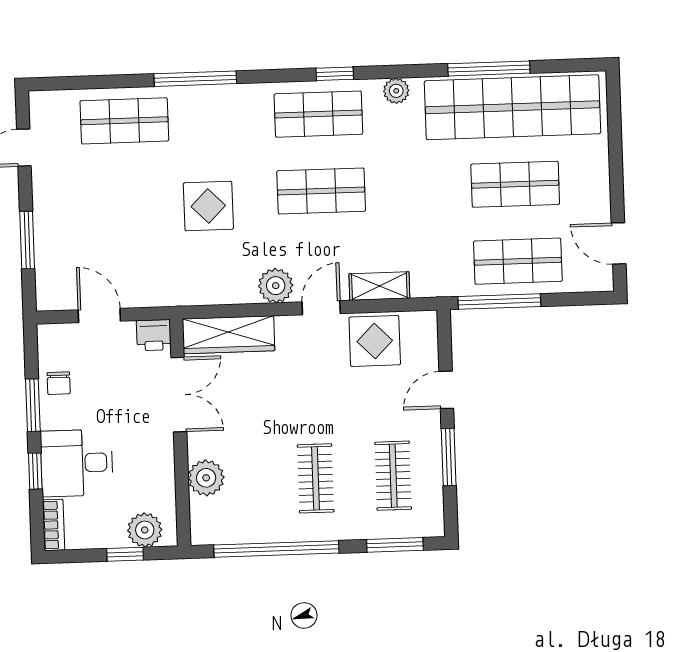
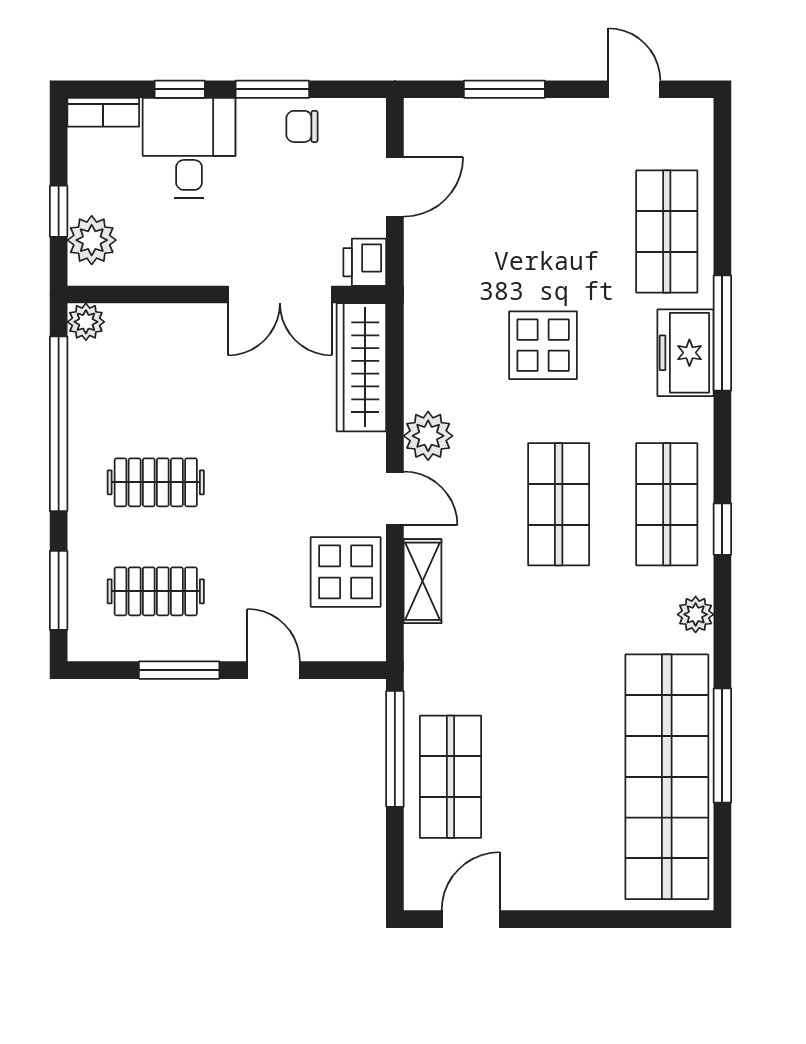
freezer: (210, 104) -> (686, 353), added
shop shelf: (515, 184) -> (559, 777), removed
plant: (206, 478) -> (86, 322), moved, width x0.73, depth x0.73

